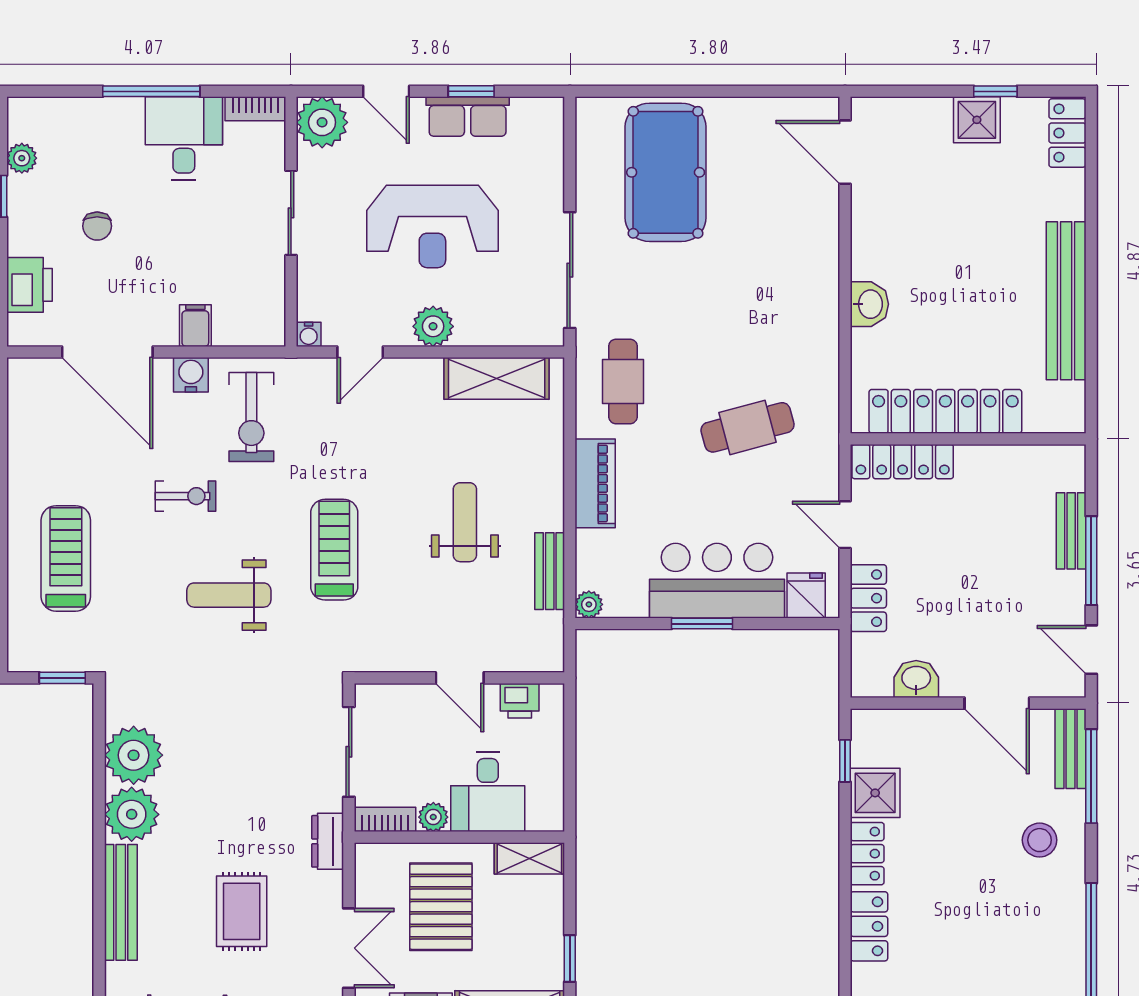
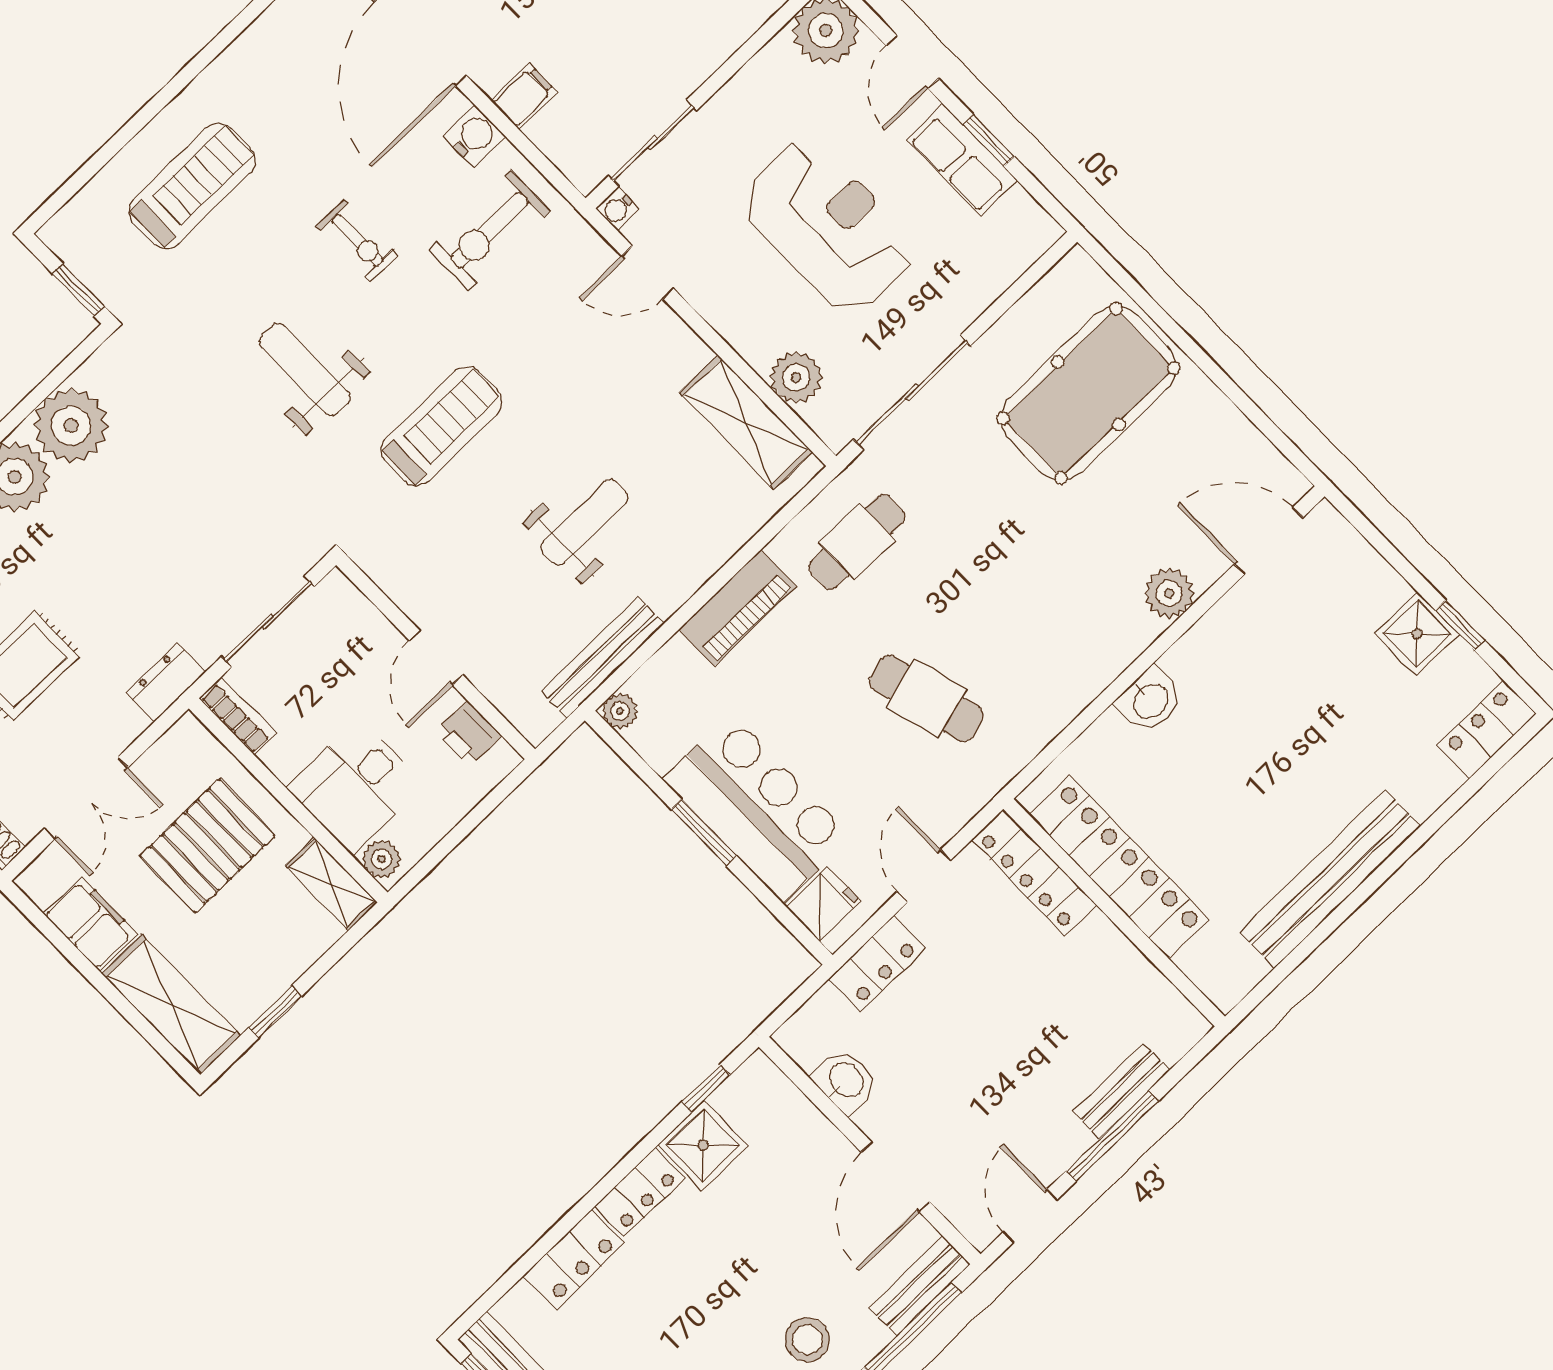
door: (845, 152) -> (1269, 541), hinge flipped
sliding door: (291, 213) -> (653, 143), moved
reception desk: (432, 227) -> (829, 226), turned 180
plant: (820, 236) -> (1169, 593), added
plant: (433, 326) -> (796, 377), moved
bench: (550, 571) -> (602, 657), width x1.36
plant: (433, 817) -> (381, 859), moved

